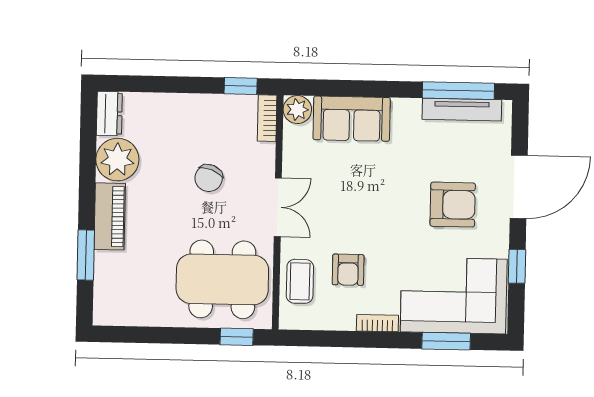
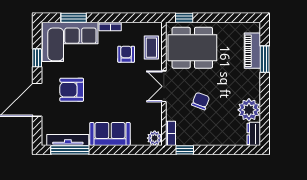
sofa: (352, 119) -> (110, 134), moved
piano: (110, 216) -> (252, 51), moved

